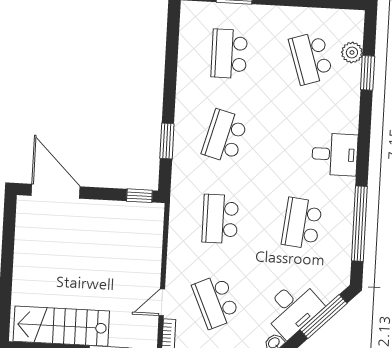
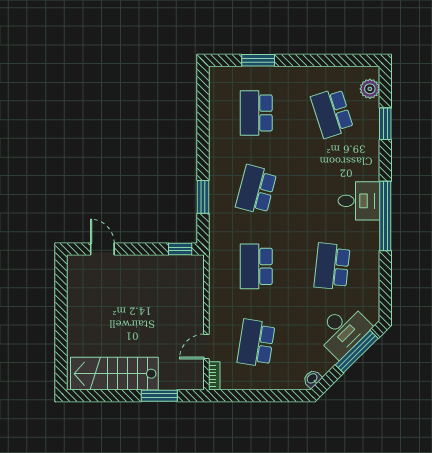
plant: (352, 52) -> (370, 89), moved
door: (56, 191) -> (102, 249), width x0.53
window: (359, 224) -> (385, 216), moved
school desk: (216, 301) -> (256, 343), turned 33
desk: (293, 308) -> (343, 330), moved

